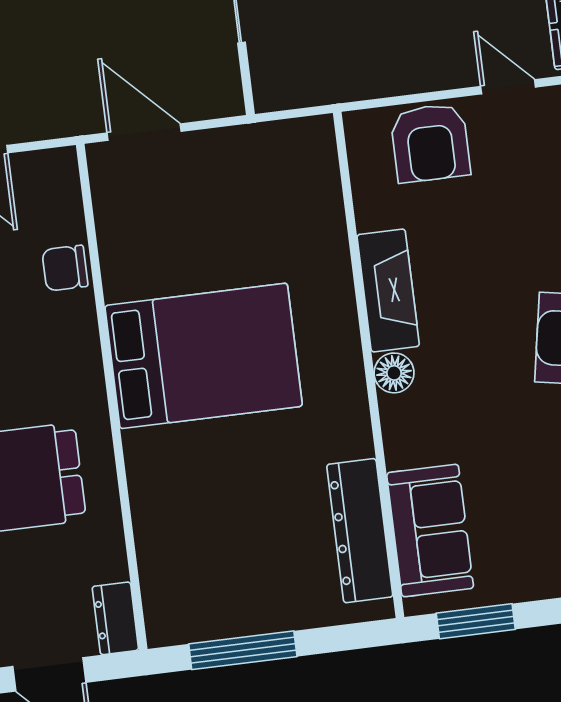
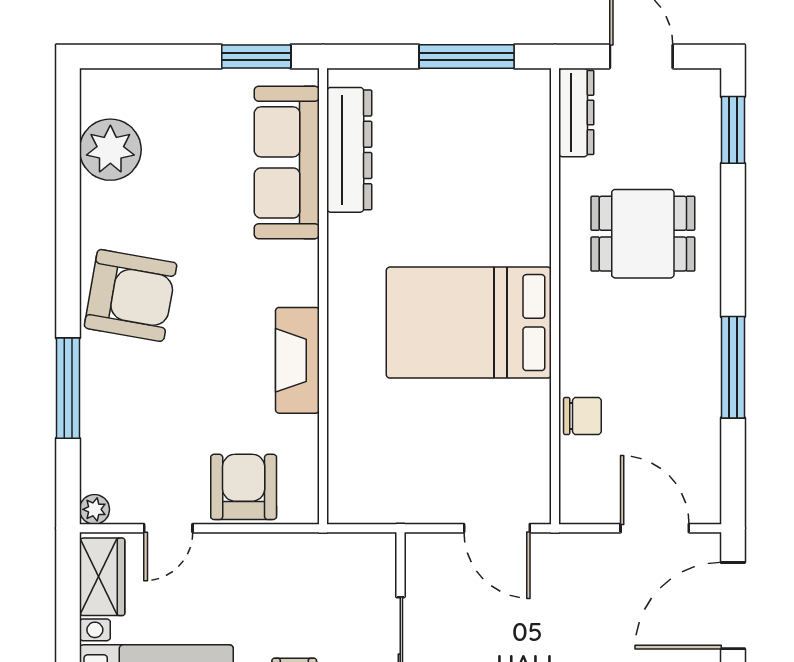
door: (508, 87) -> (168, 528), hinge flipped
floor lamp: (394, 373) -> (301, 286), removed
sofa: (430, 531) -> (287, 162), width x1.36
dresser: (115, 618) -> (576, 112), width x1.44

